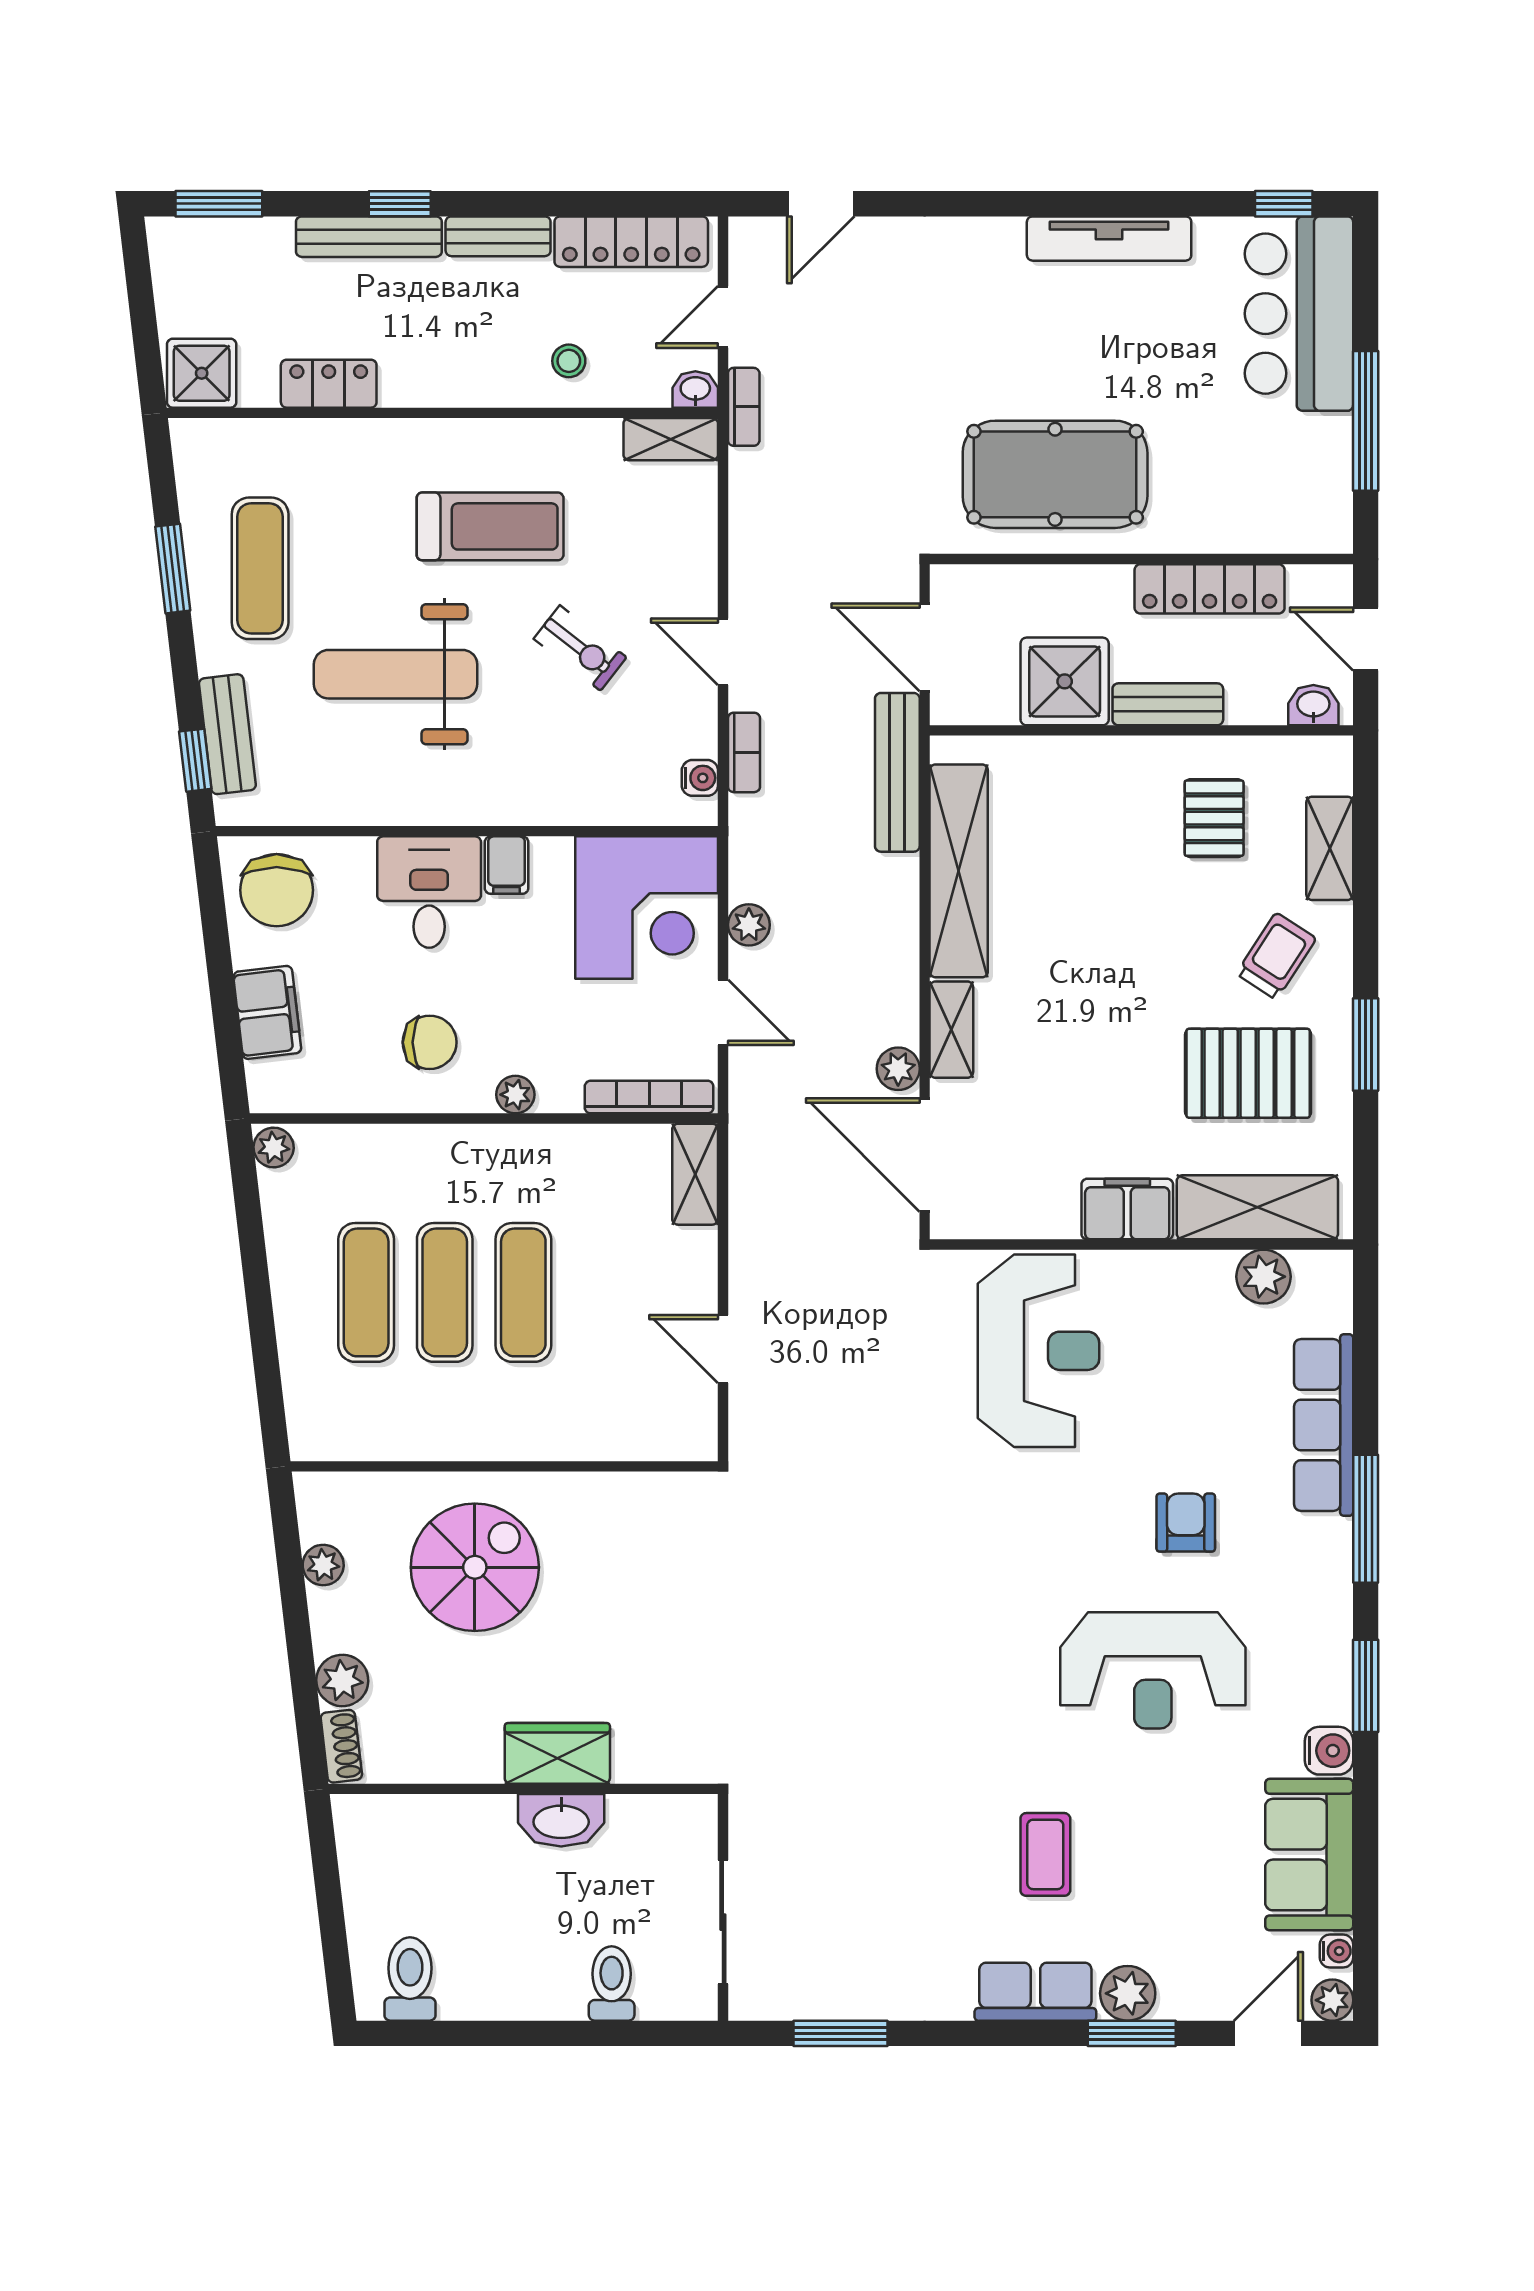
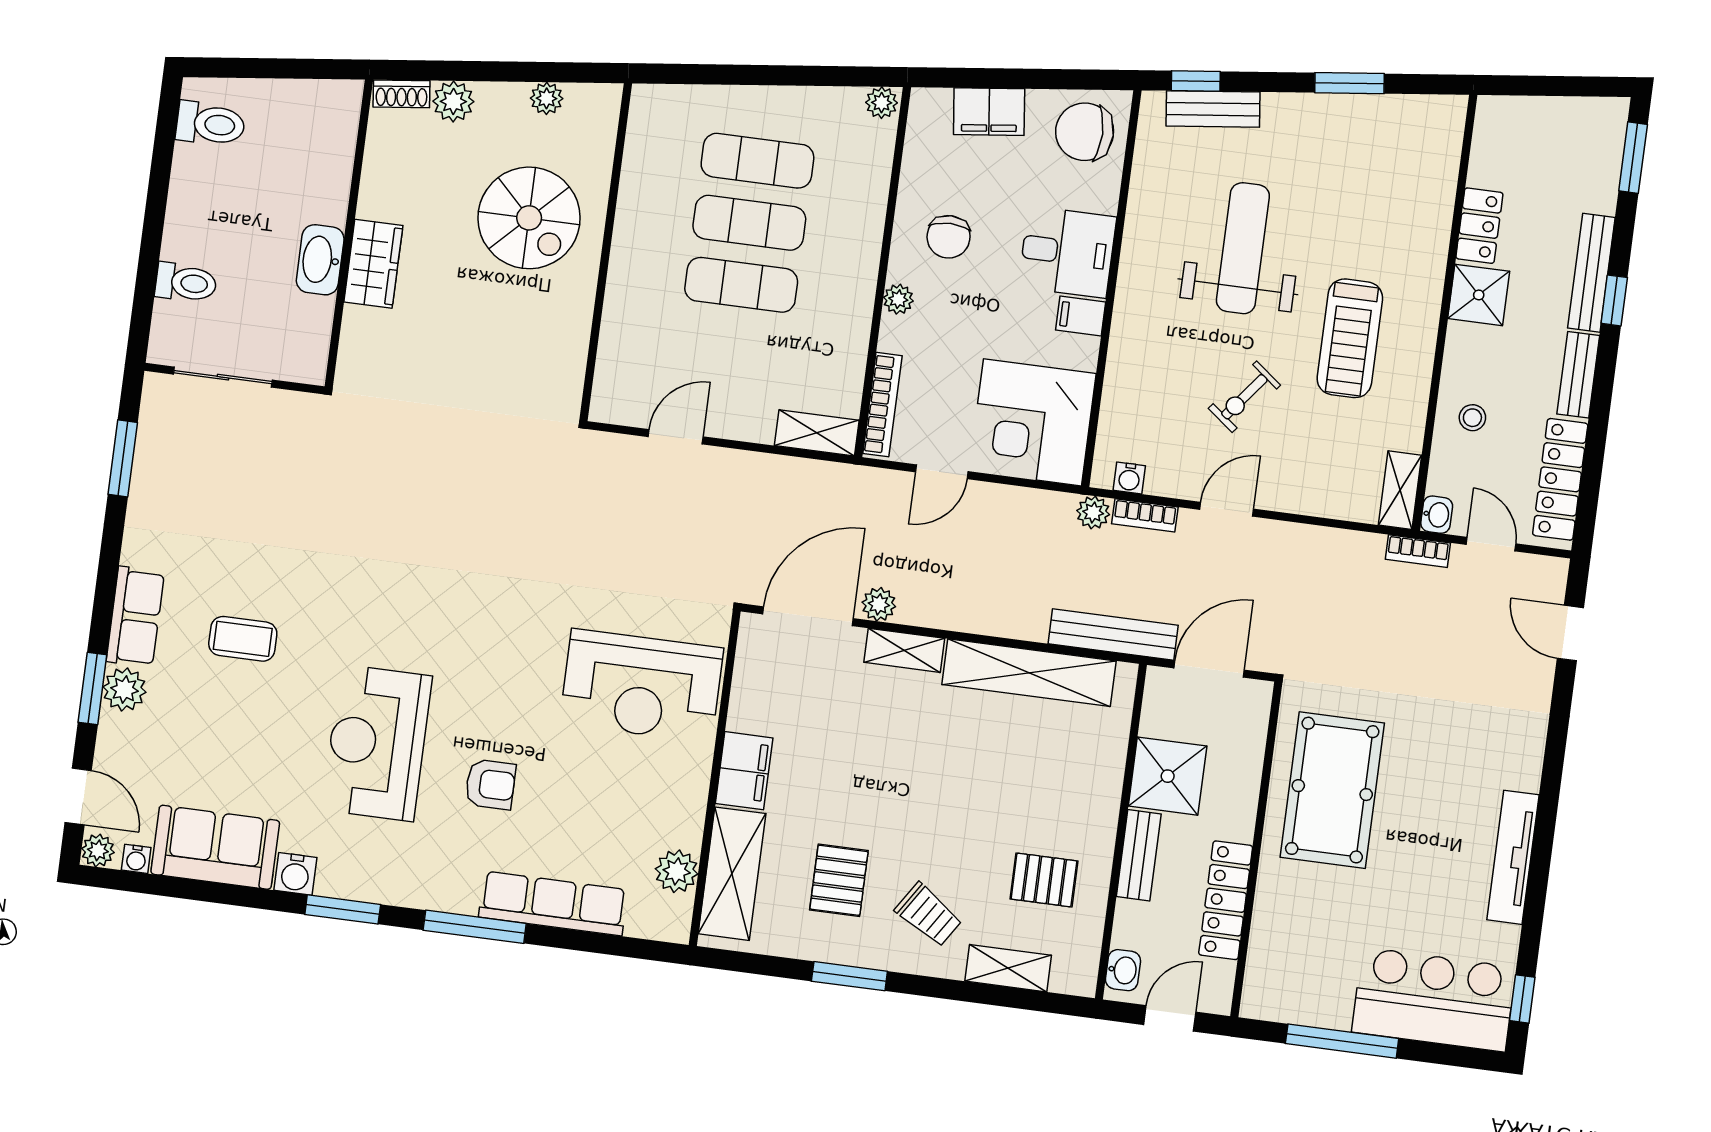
shower: (202, 373) -> (1479, 295), moved
exercise mat: (260, 568) -> (1341, 152), removed
plant: (749, 925) -> (1093, 512), moved
pallet: (1248, 1073) -> (839, 880), width x0.67, depth x0.71

